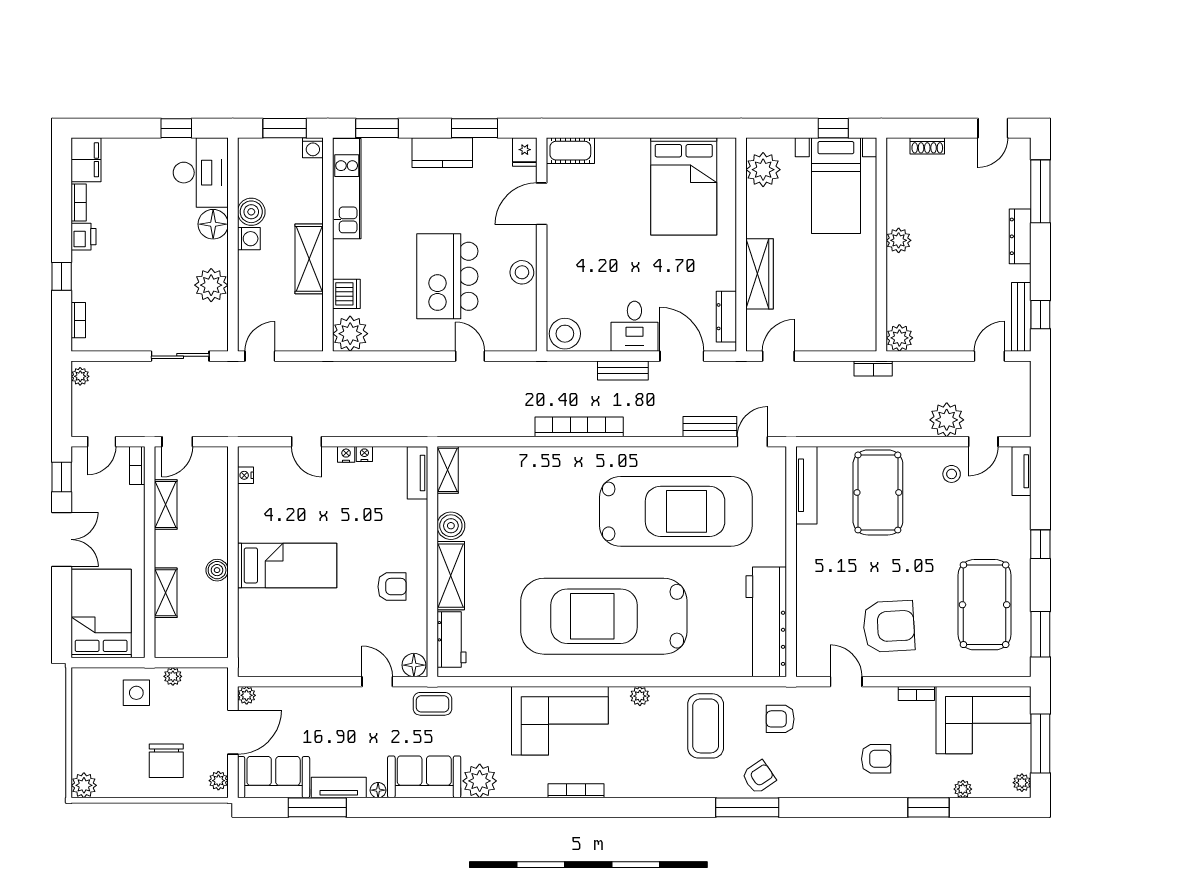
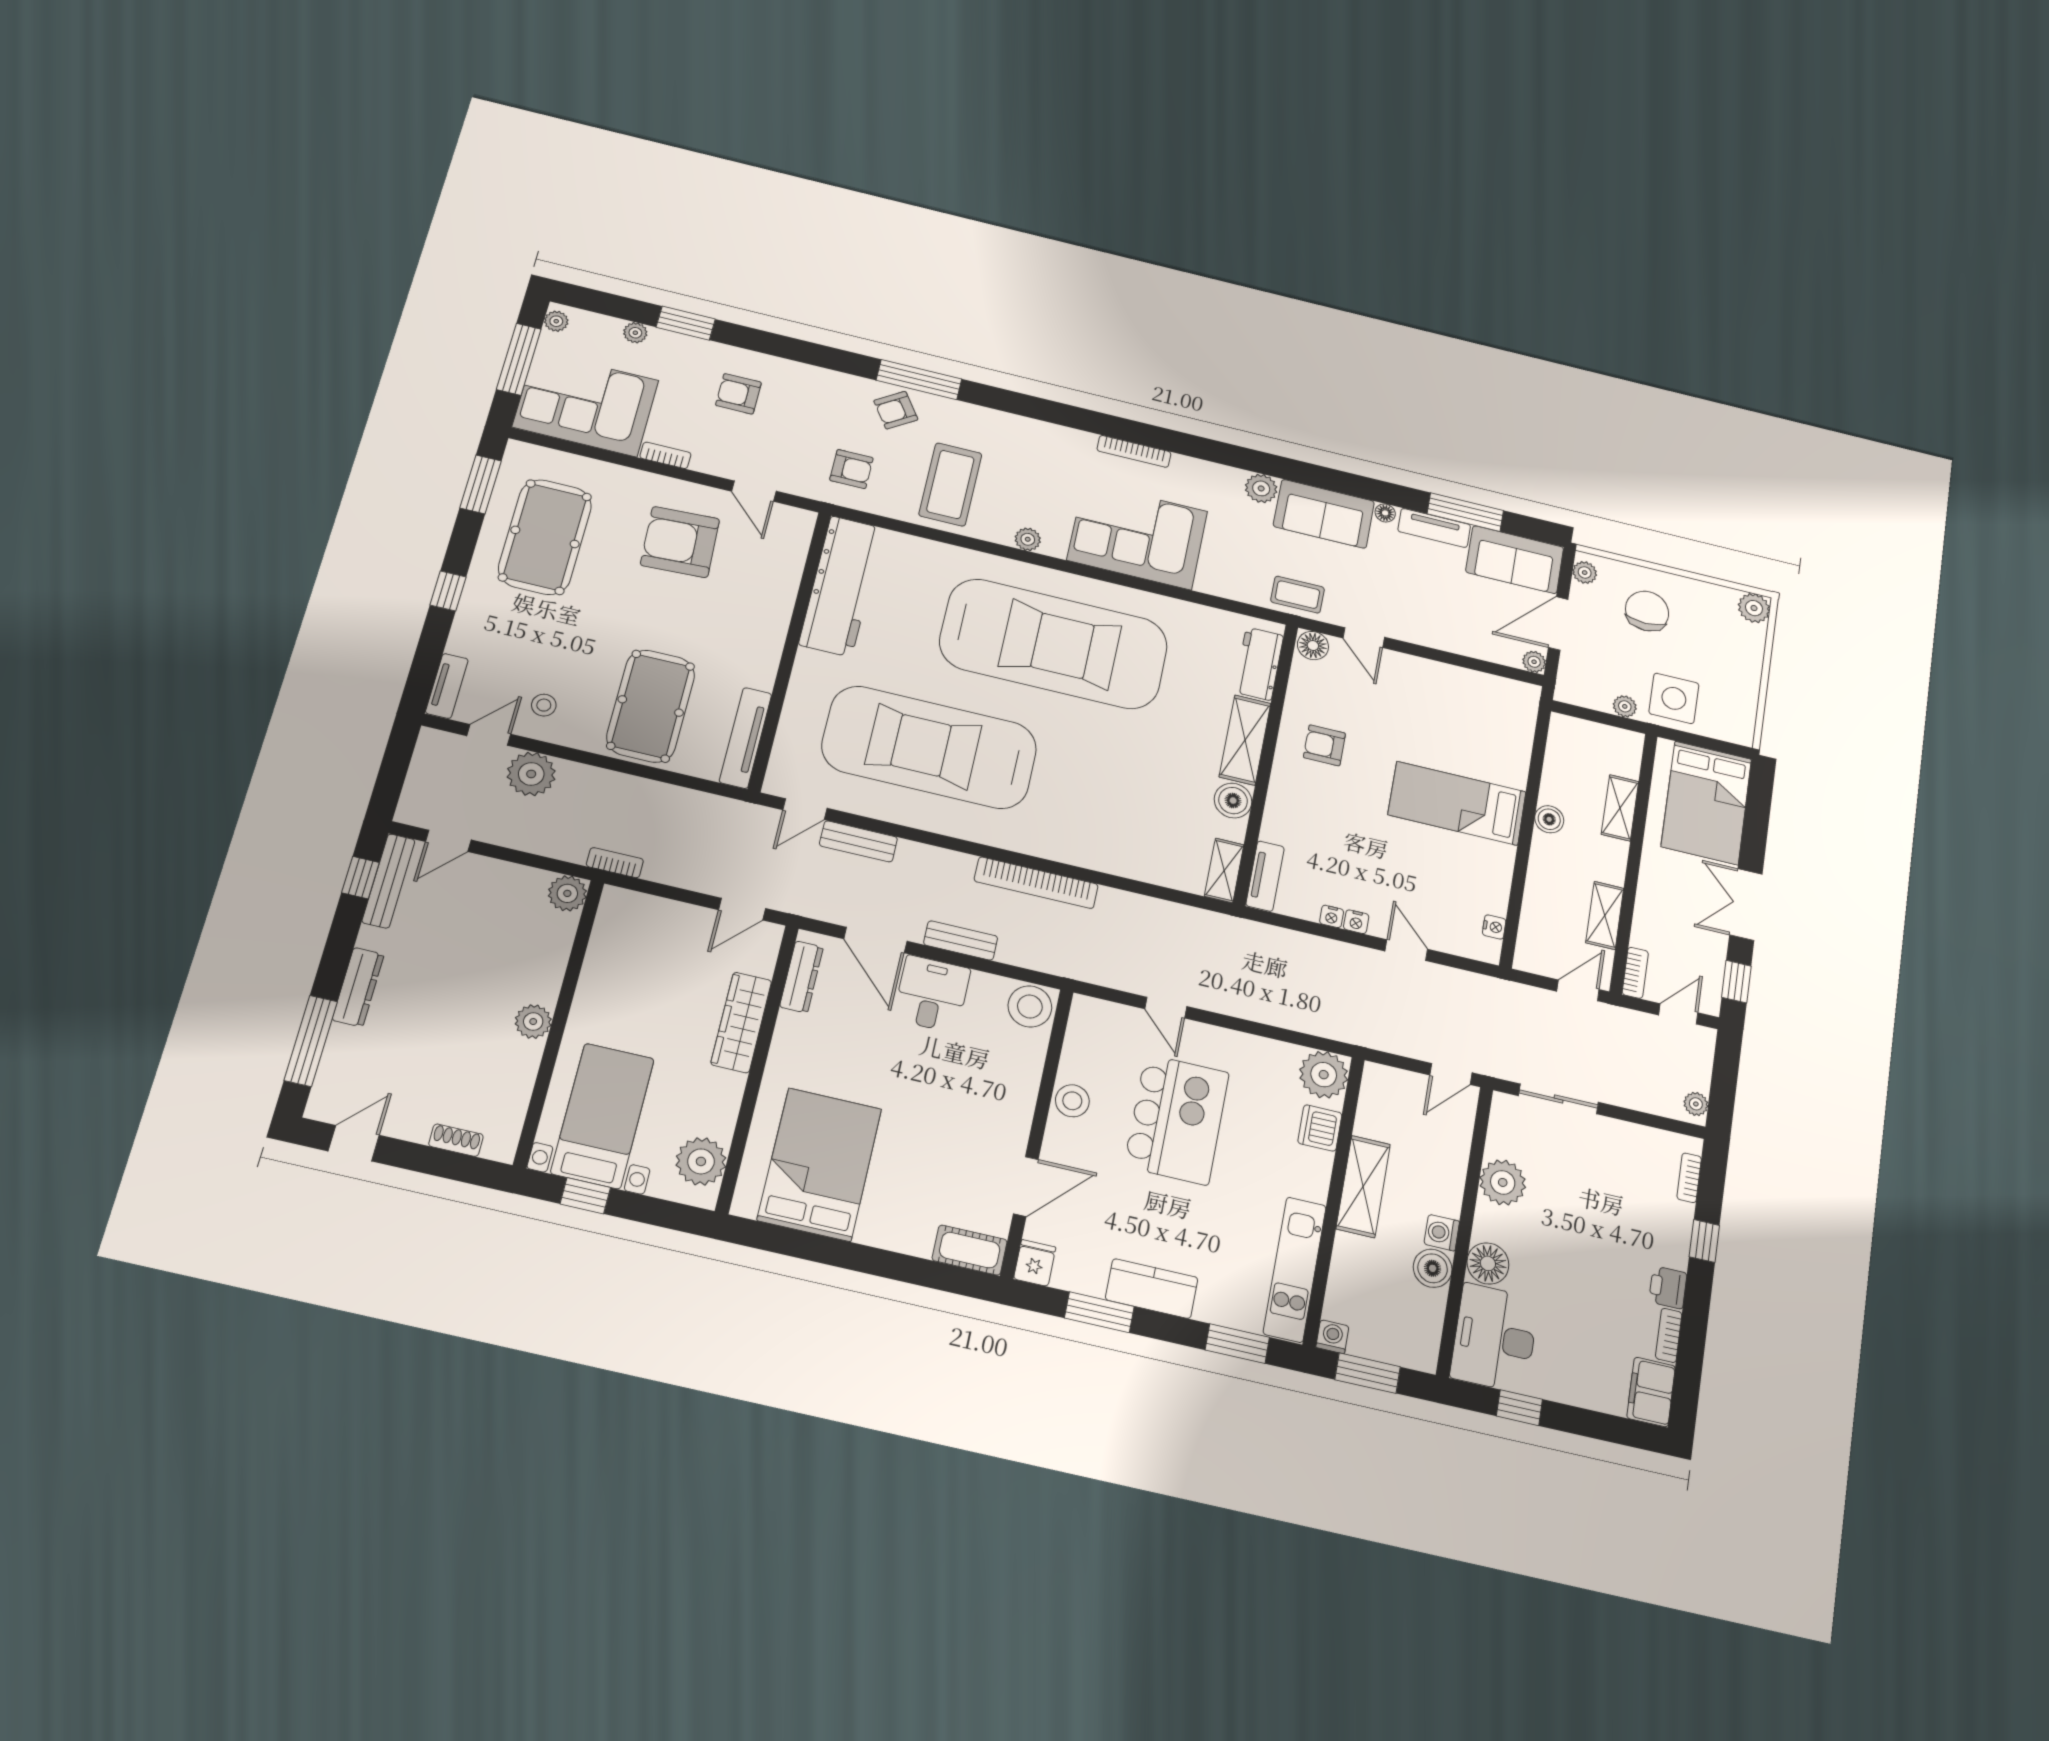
side table: (136, 693) -> (1674, 698), width x1.37, depth x1.37
plant: (480, 781) -> (1261, 488), width x0.73, depth x0.73

